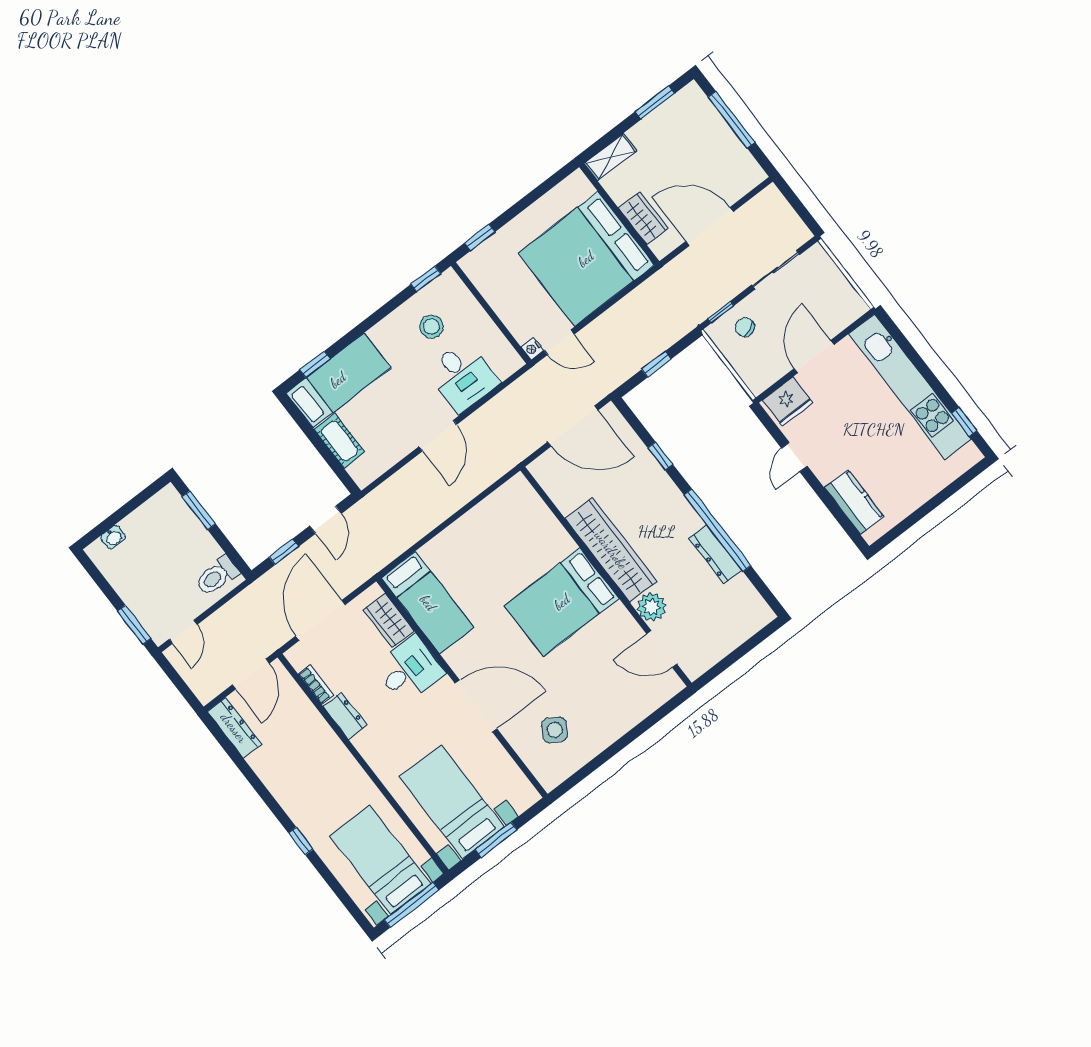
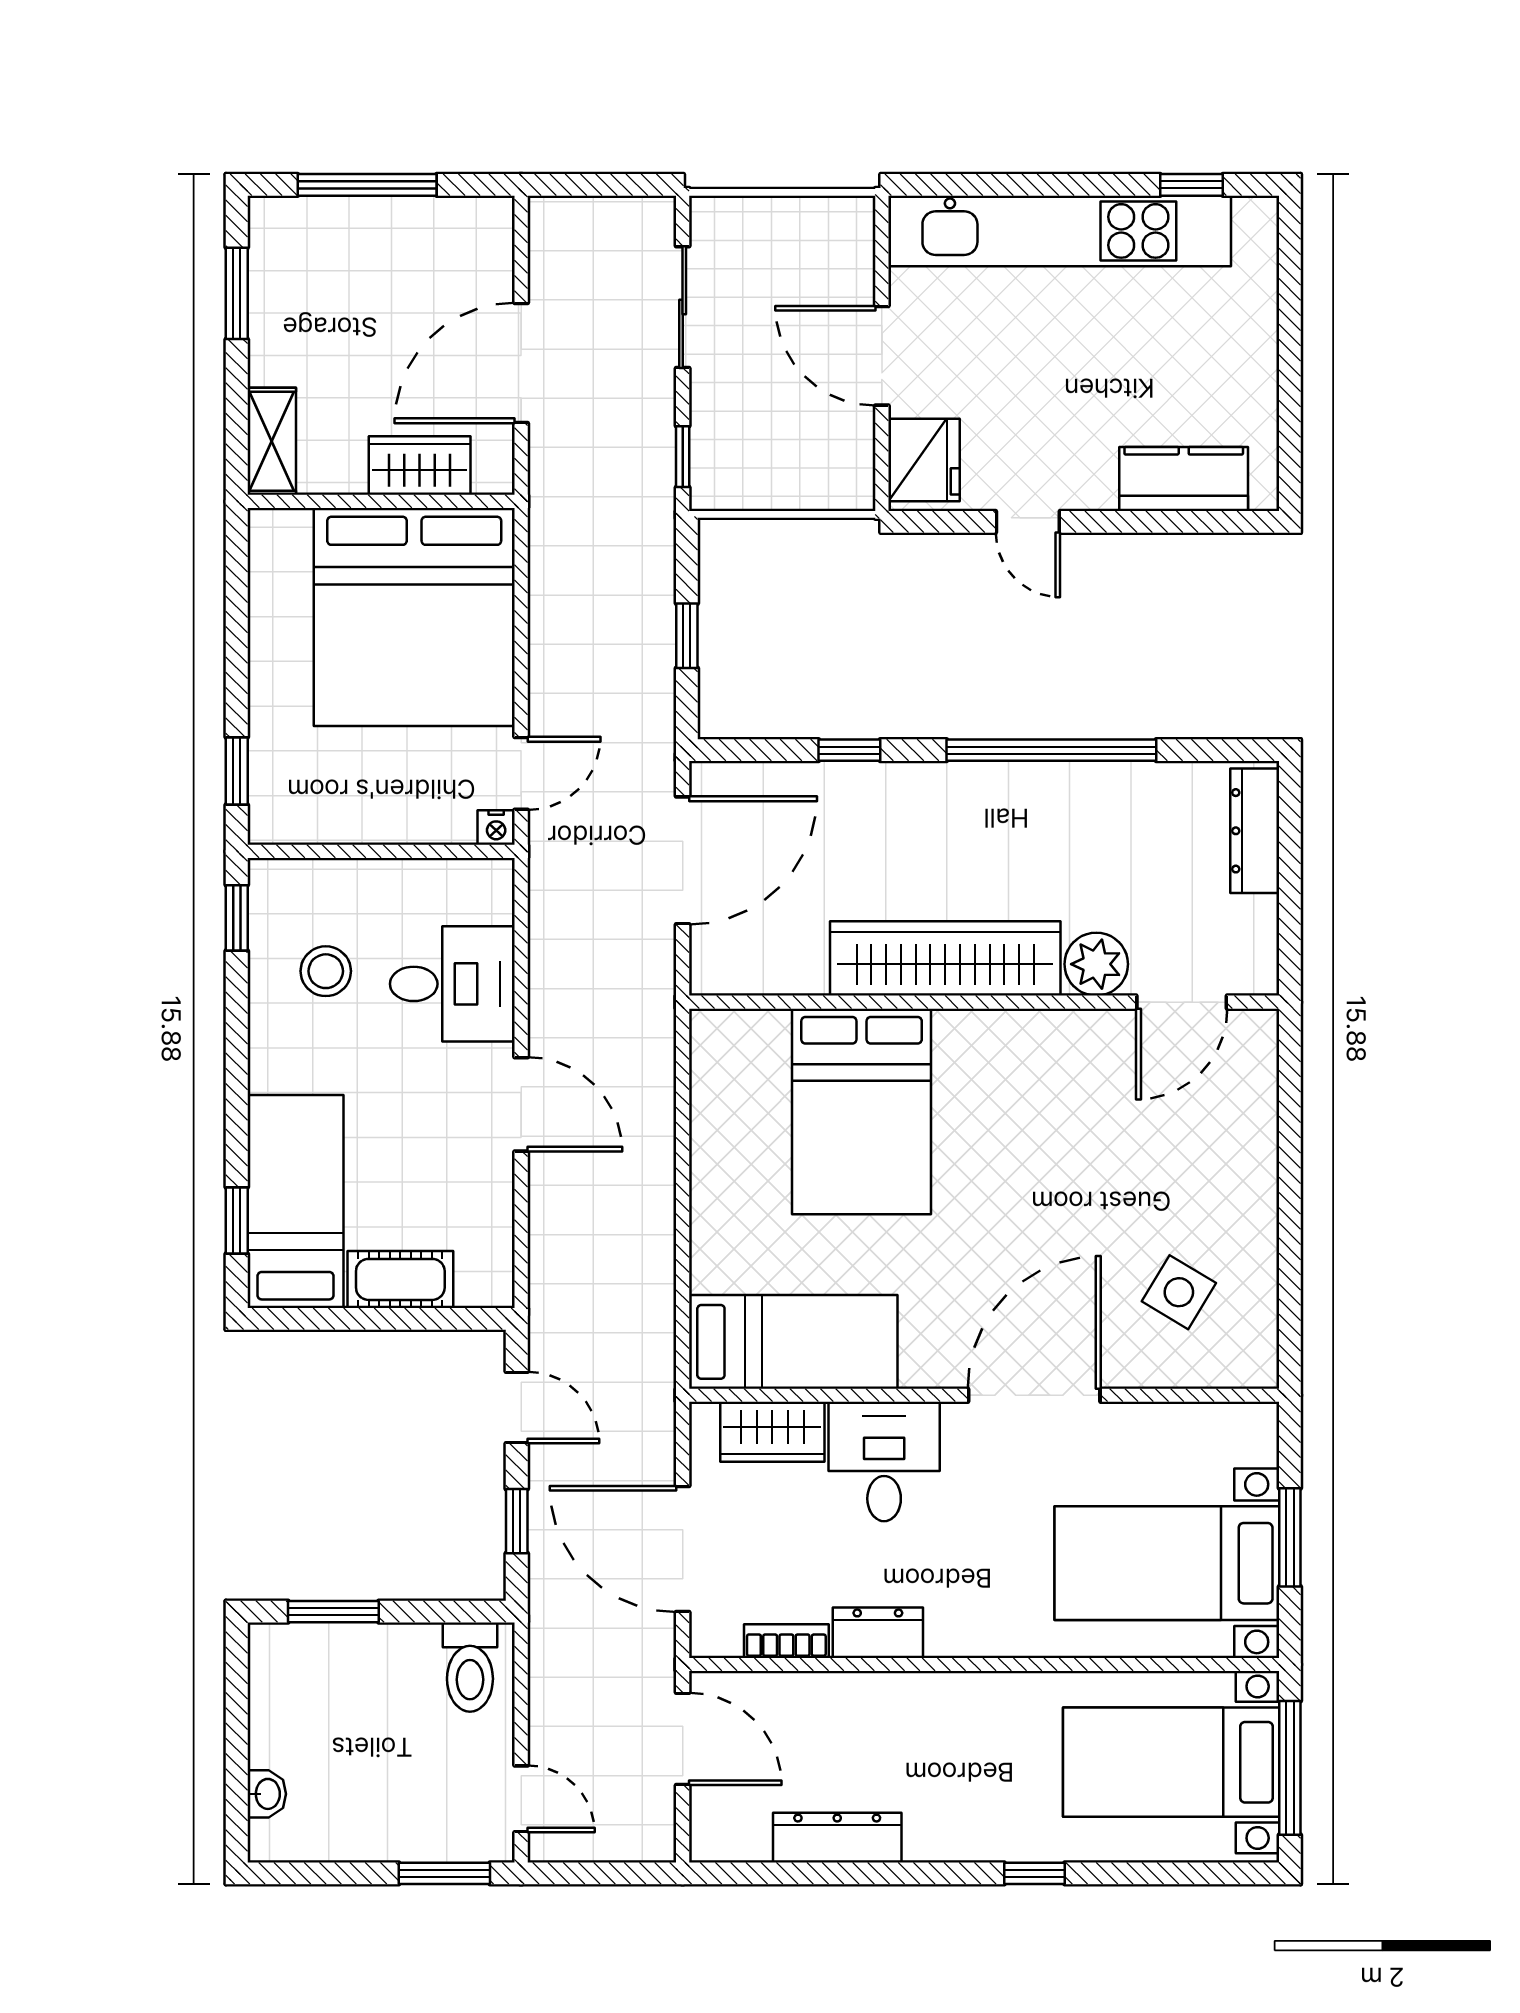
chair: (745, 327) -> (740, 435), removed
dresser: (715, 554) -> (1255, 831), moved, turned 90
bed: (562, 602) -> (862, 1112), moved
dresser: (234, 728) -> (837, 1838), moved

